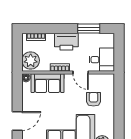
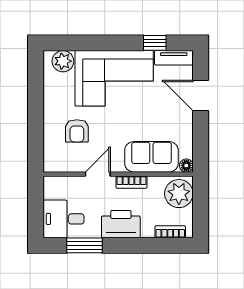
desk: (102, 60) -> (64, 219), moved
door: (81, 72) -> (98, 174), hinge flipped
door: (17, 121) -> (201, 95), hinge flipped

